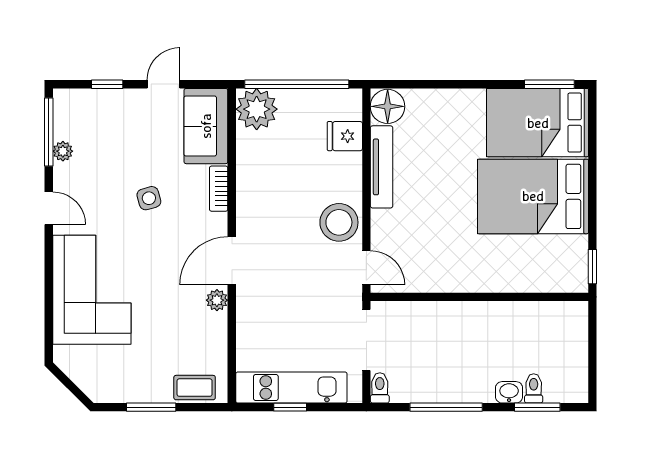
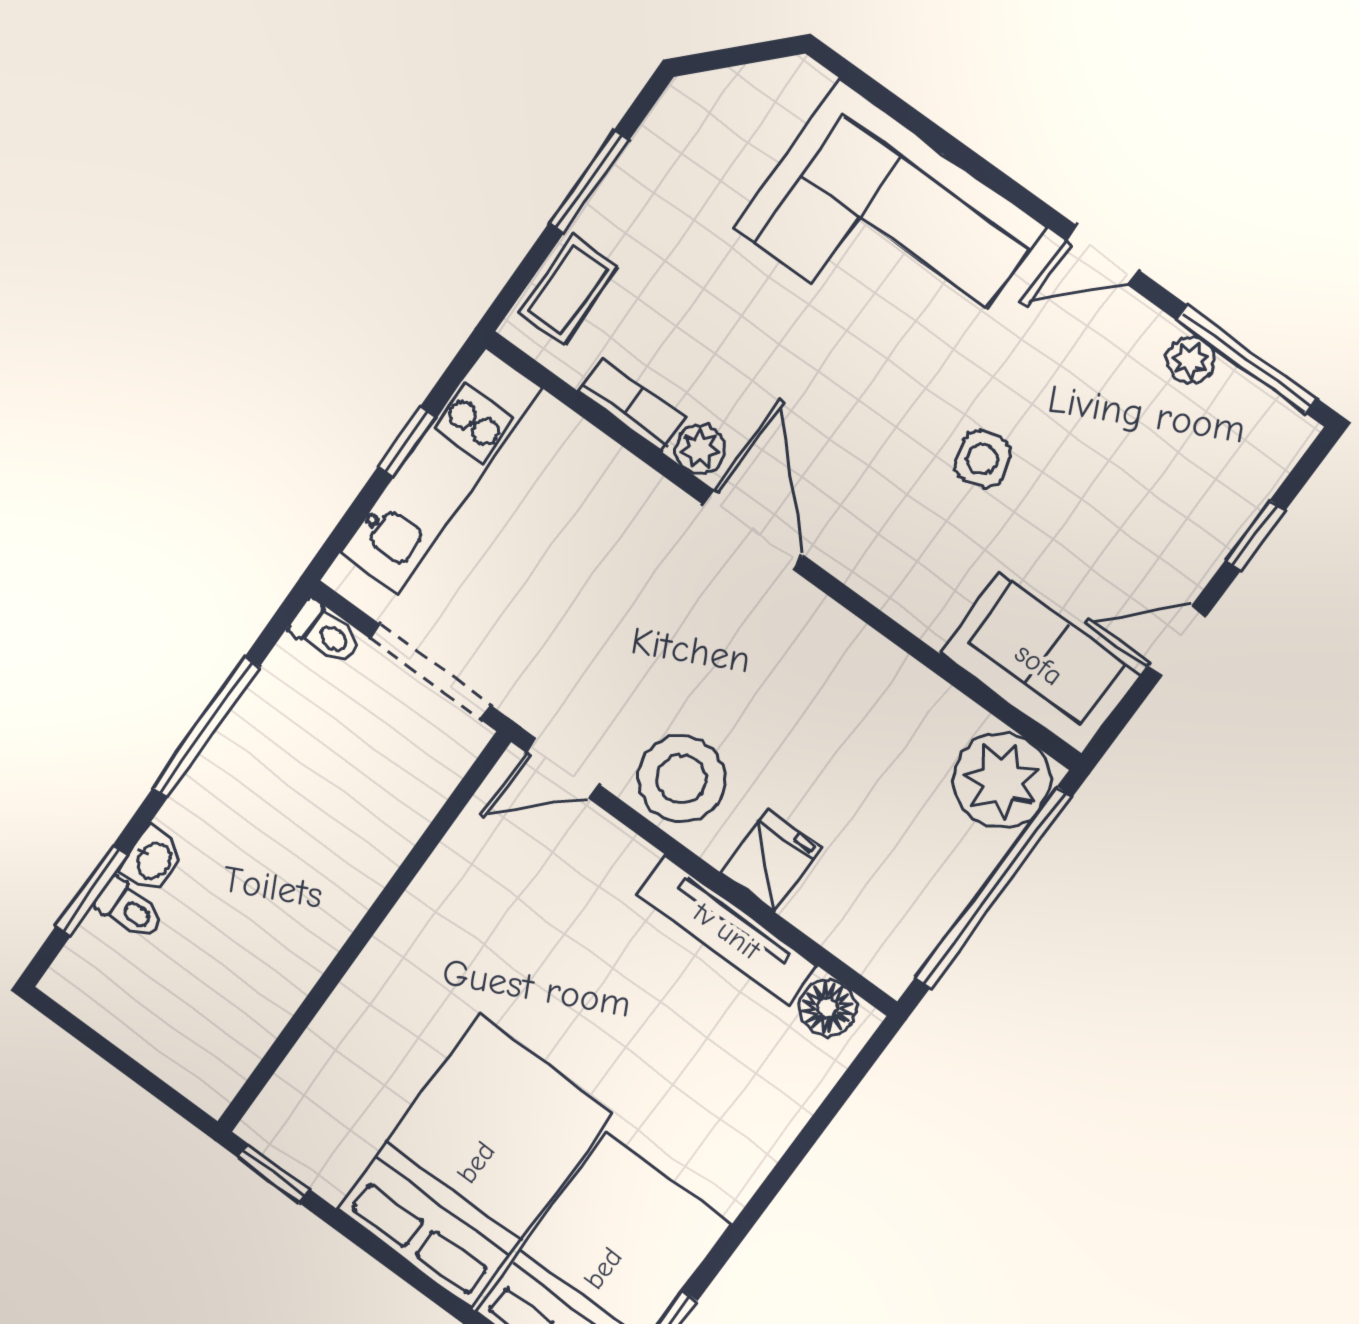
door: (164, 84) -> (1176, 641), swing flipped
floor lamp: (388, 106) -> (828, 1008), width x0.73, depth x0.73
fridge: (345, 136) -> (771, 860), moved
bookcase: (219, 189) -> (632, 404), moved

